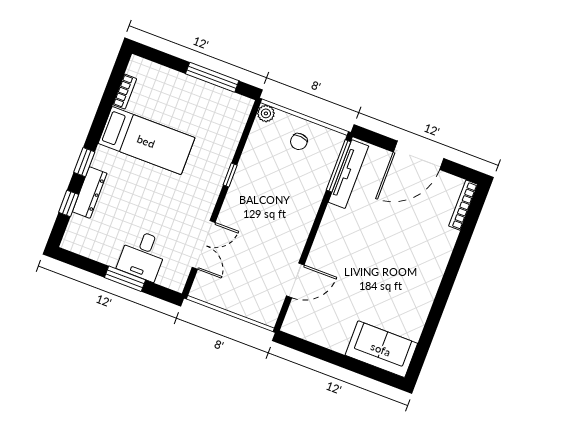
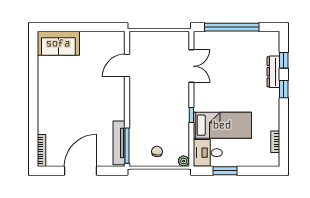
window: (212, 77) -> (225, 171), width x0.69
bed: (146, 141) -> (222, 125), moved, turned 180
double door: (204, 245) -> (191, 66), swing flipped
desk: (143, 255) -> (208, 153), moved, turned -90
window: (125, 279) -> (232, 27), width x2.11

